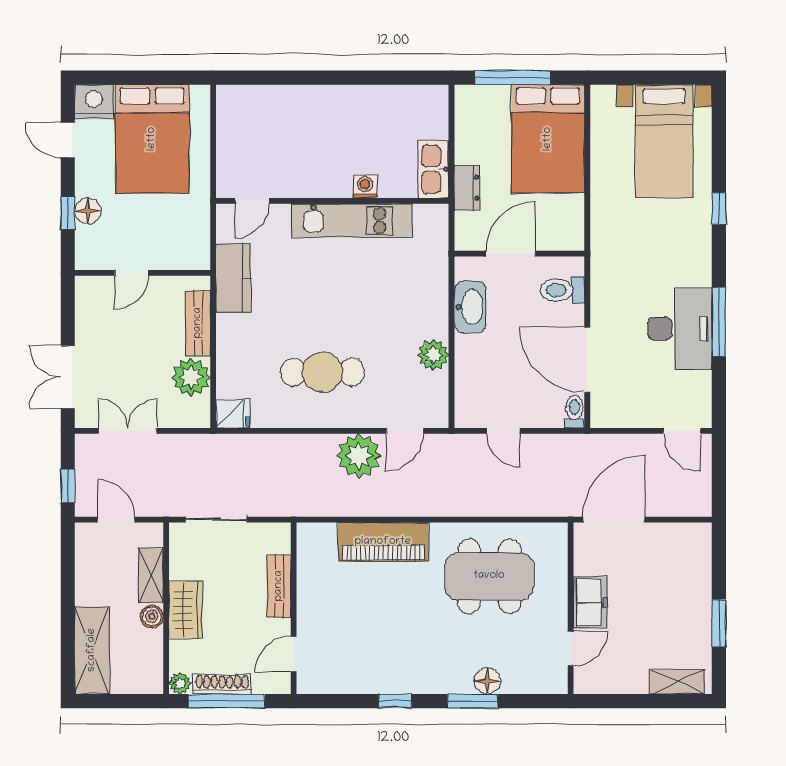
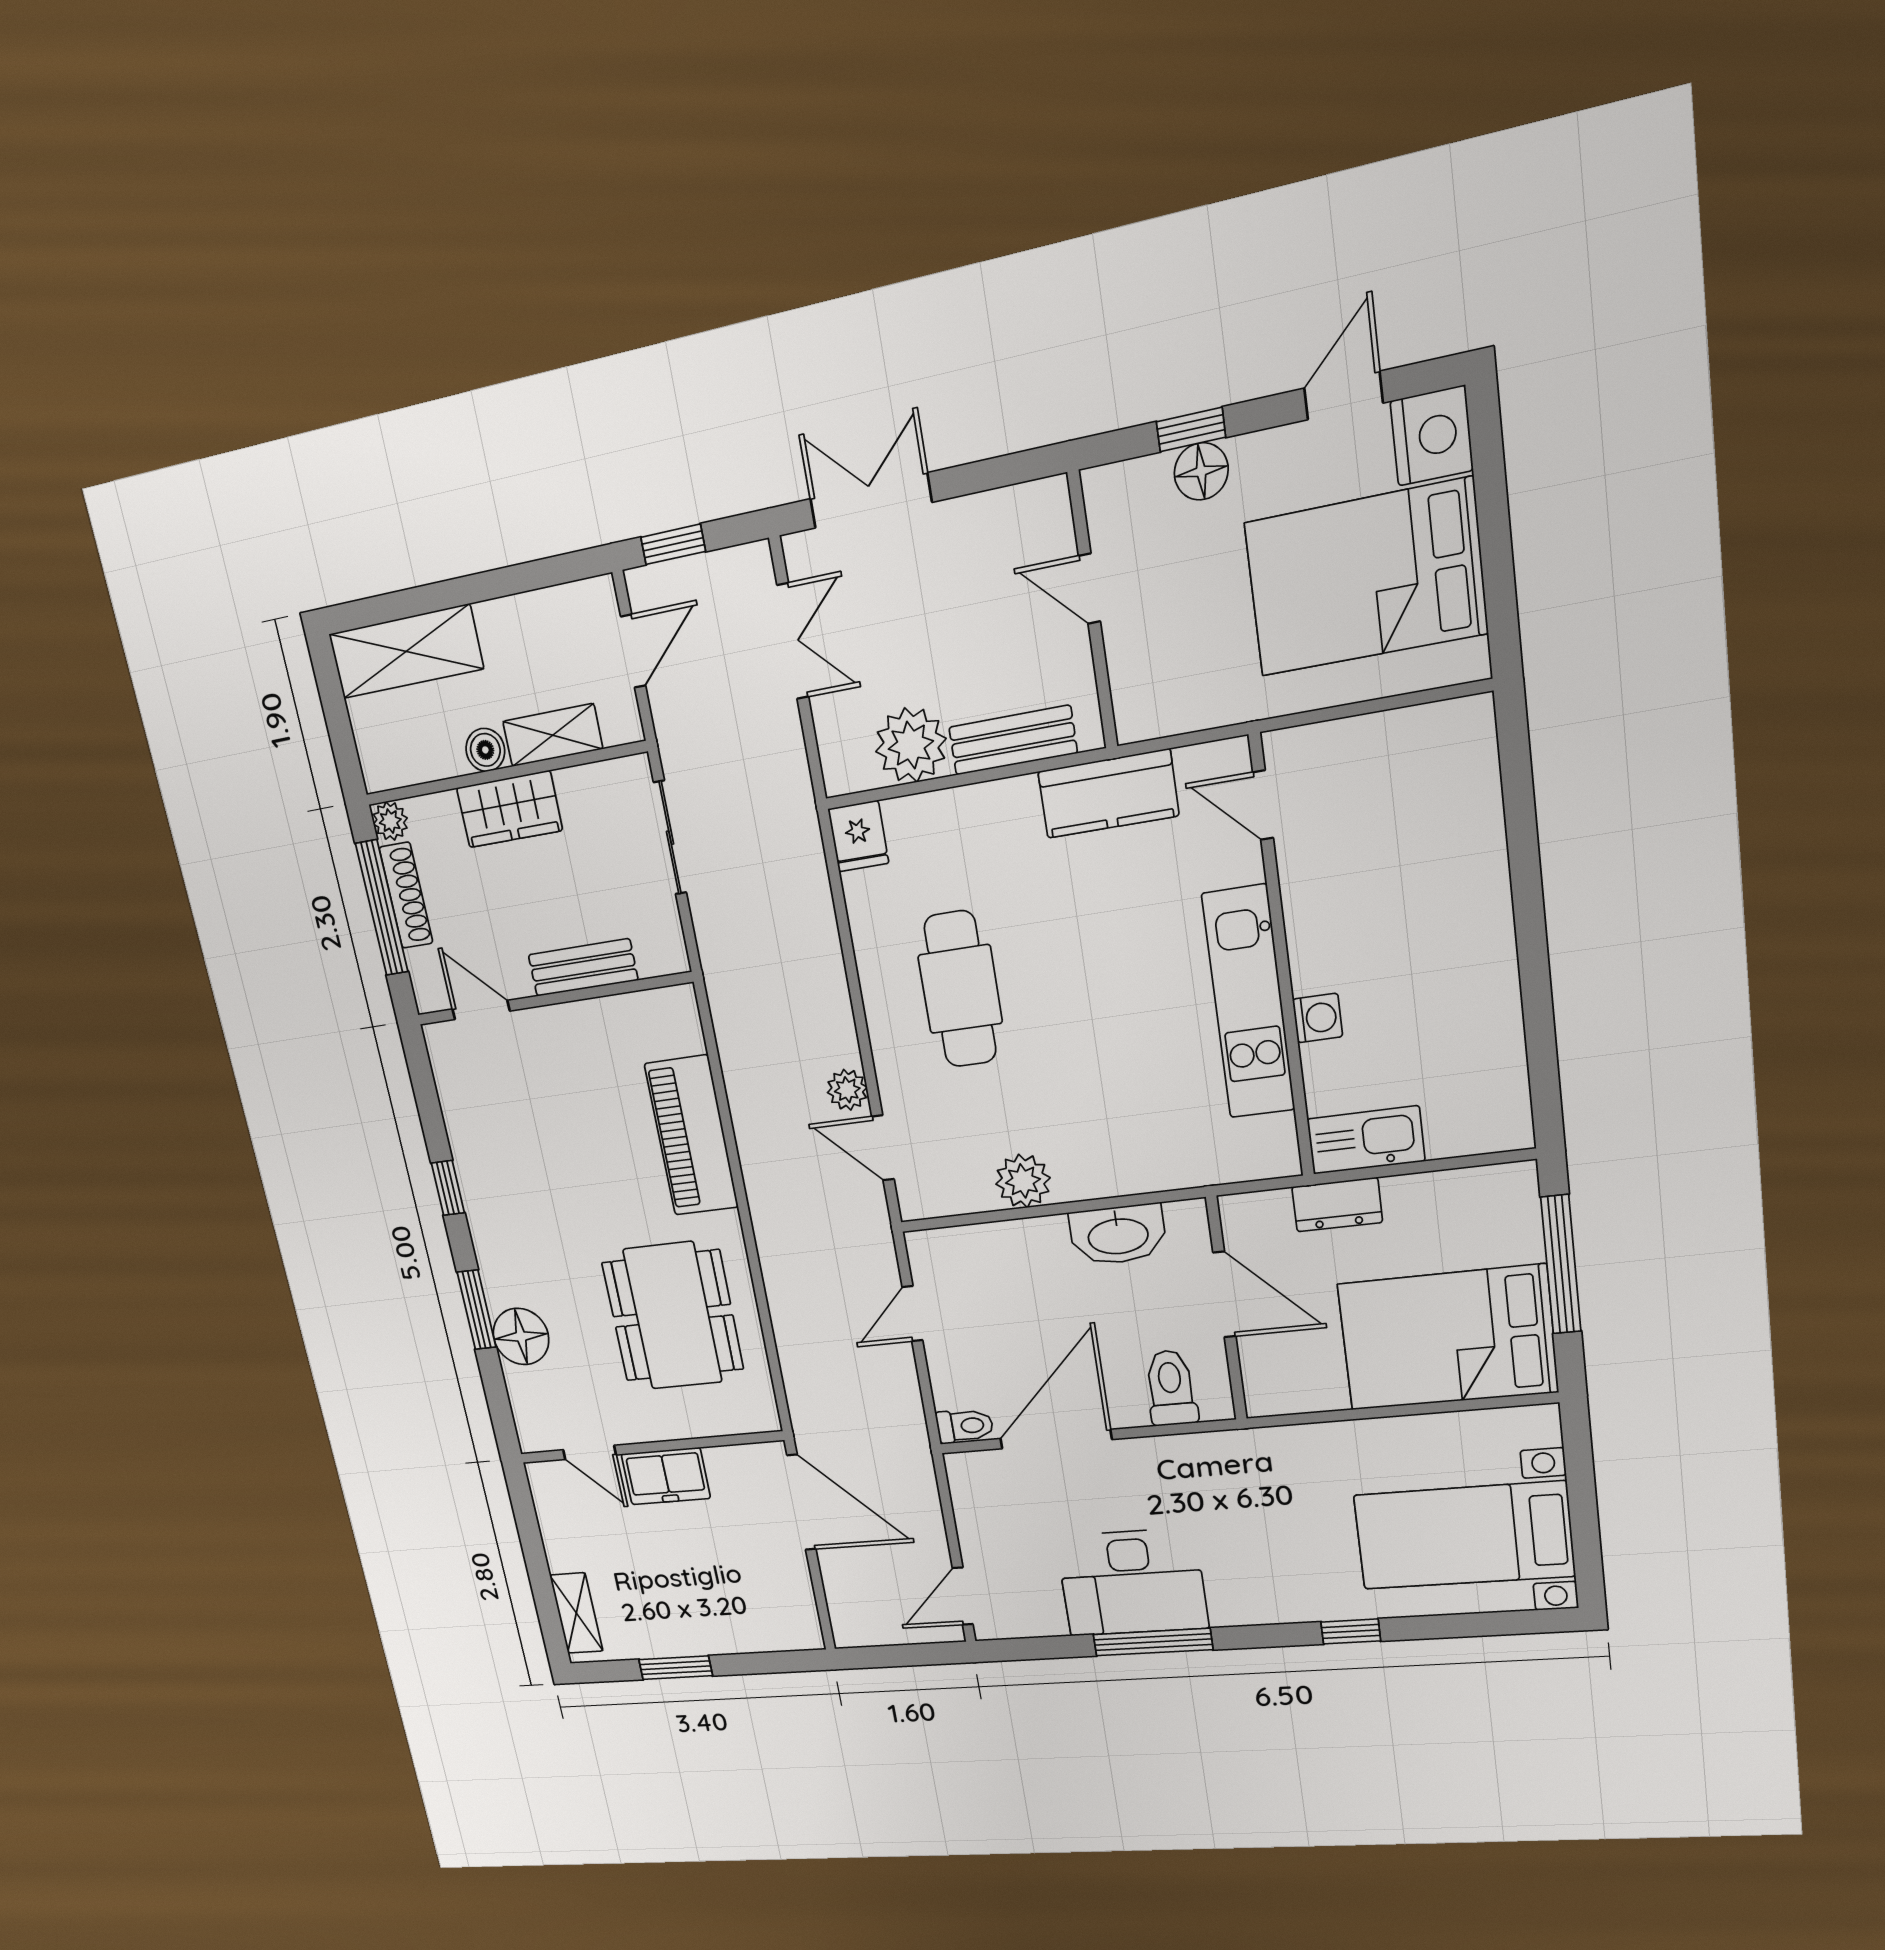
plant: (359, 456) -> (847, 1090), width x0.53, depth x0.53
floor lamp: (487, 681) -> (521, 1336), width x1.38, depth x1.38

